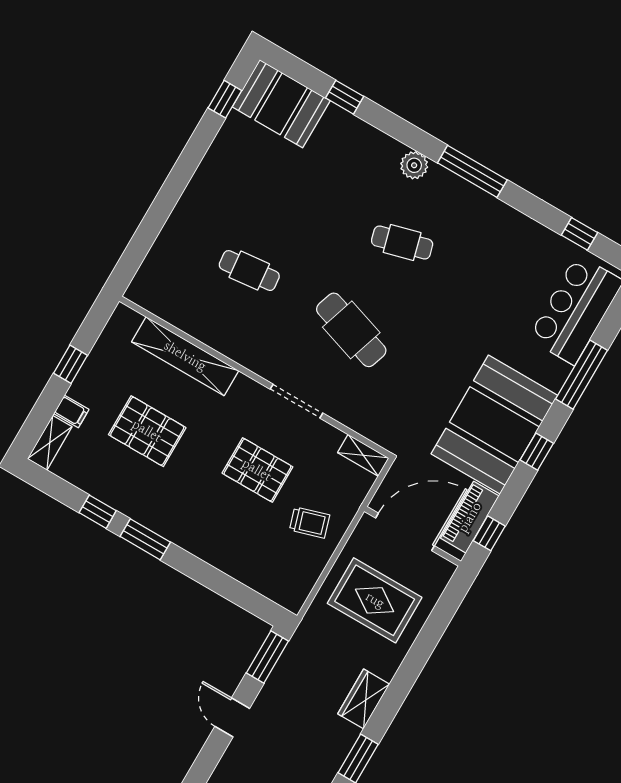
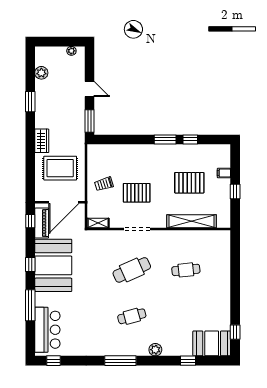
plant: (414, 165) -> (155, 350), moved
window: (579, 234) -> (53, 361), moved
cafe table: (351, 330) -> (132, 270), turned -42
shelving: (50, 443) -> (225, 156), removed
wardrobe: (364, 699) -> (42, 141), moved

